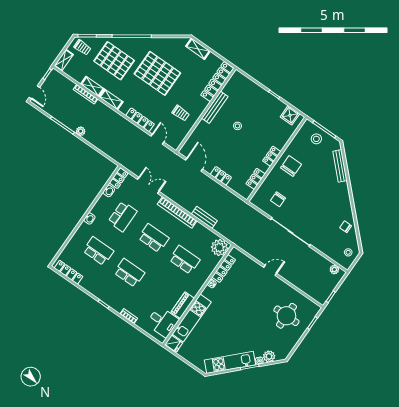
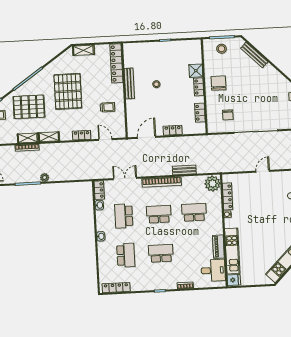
pallet: (157, 73) -> (68, 91), turned 90
shower: (290, 115) -> (196, 71), moved
locker: (140, 120) -> (82, 135), width x0.66
door: (194, 165) -> (147, 137), hinge flipped
school desk: (122, 216) -> (124, 216), turned 180
school desk: (98, 251) -> (126, 255), turned 90

